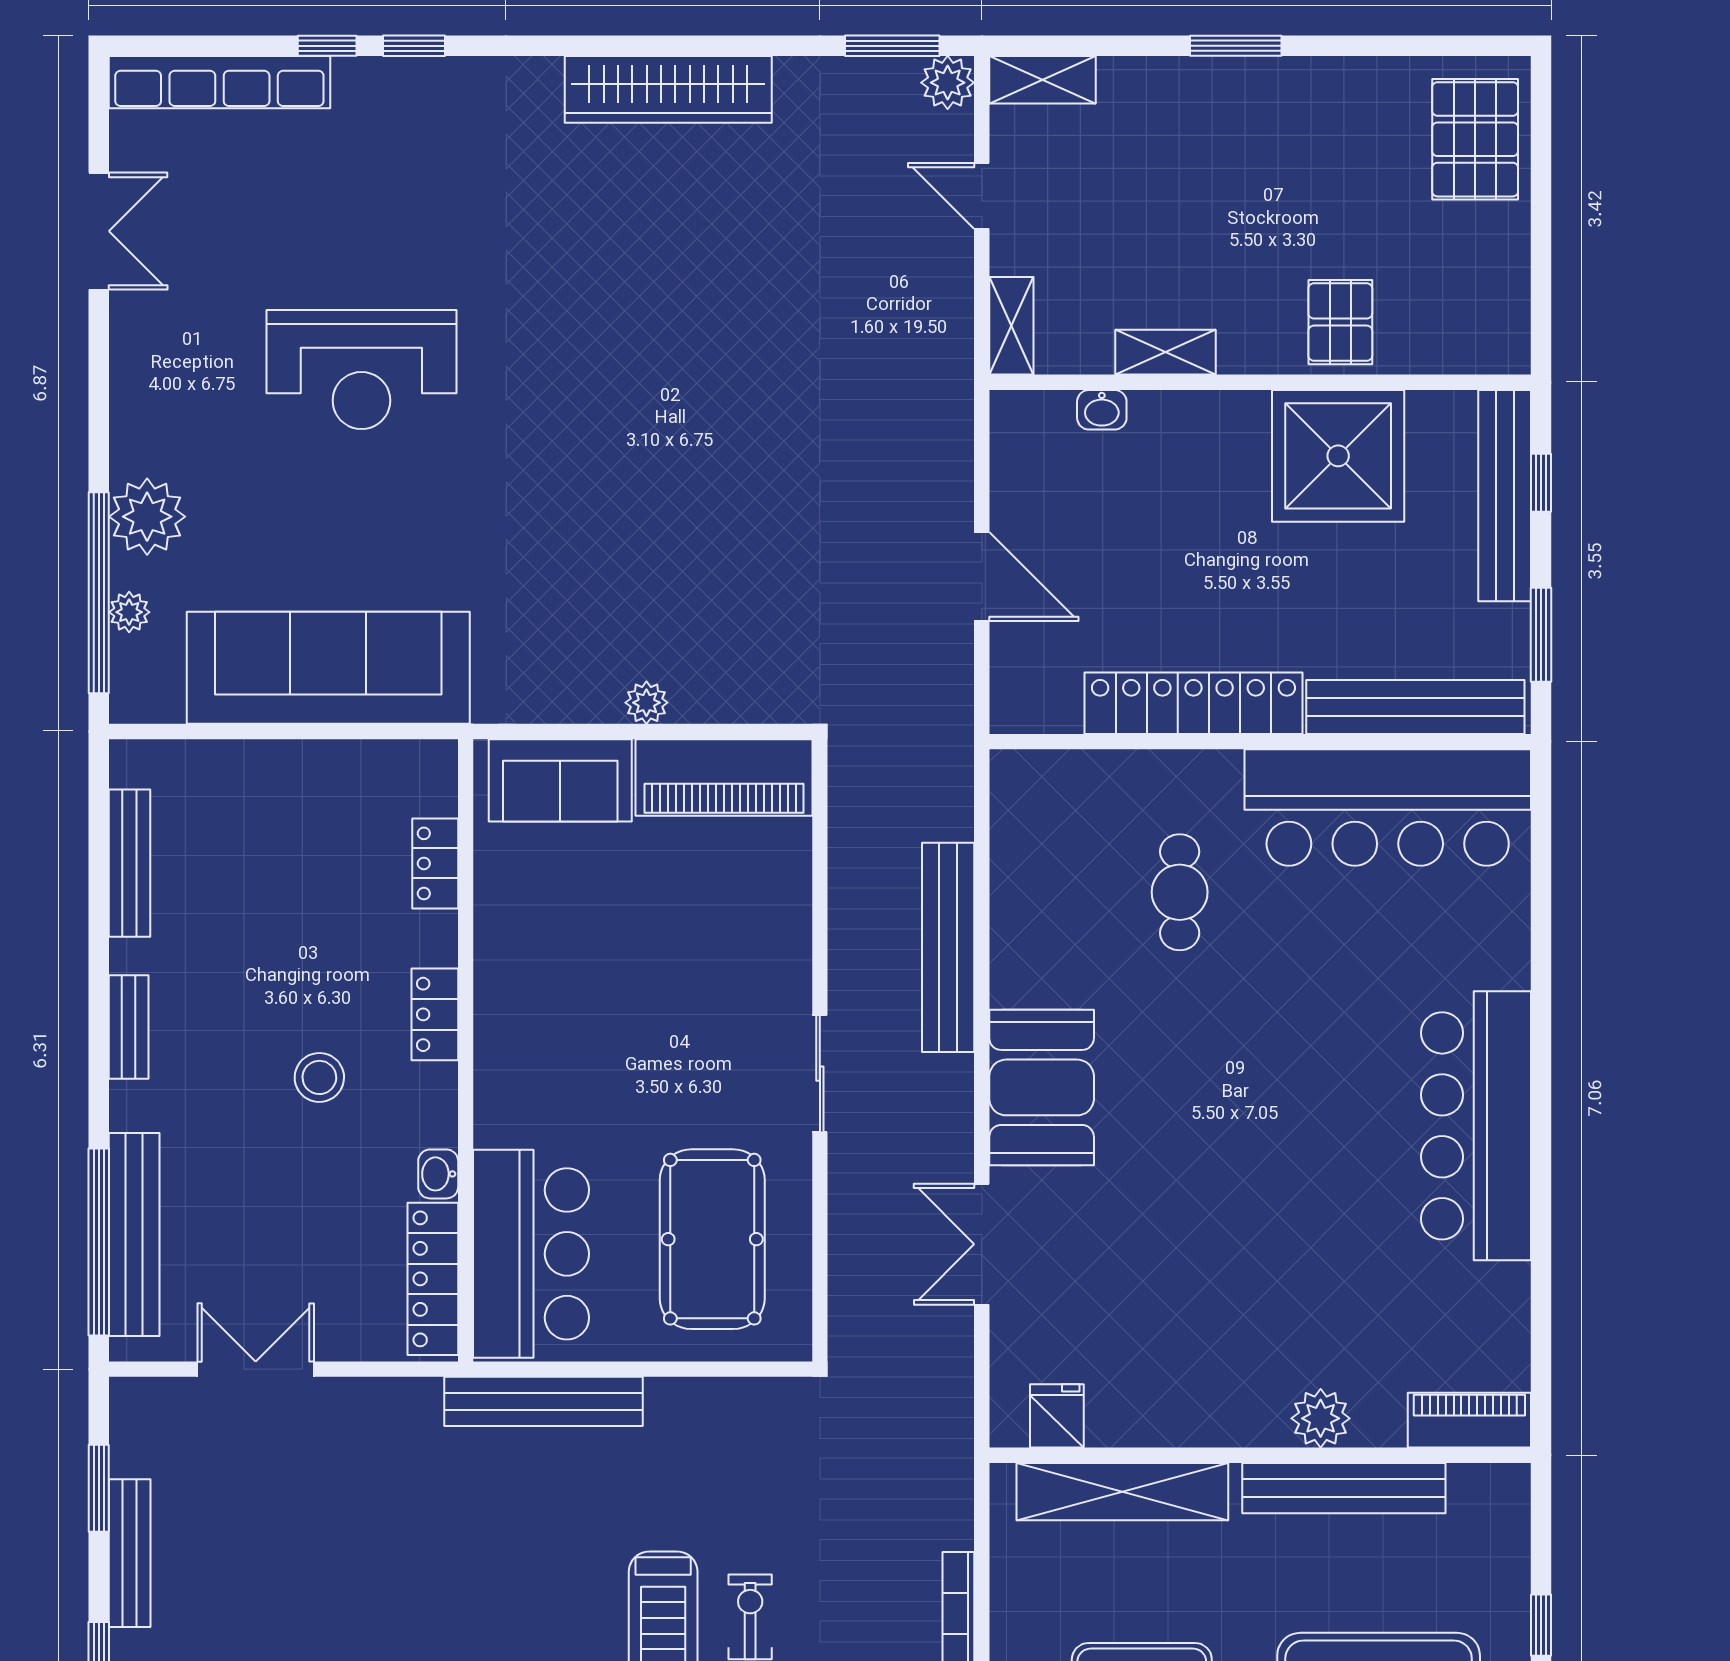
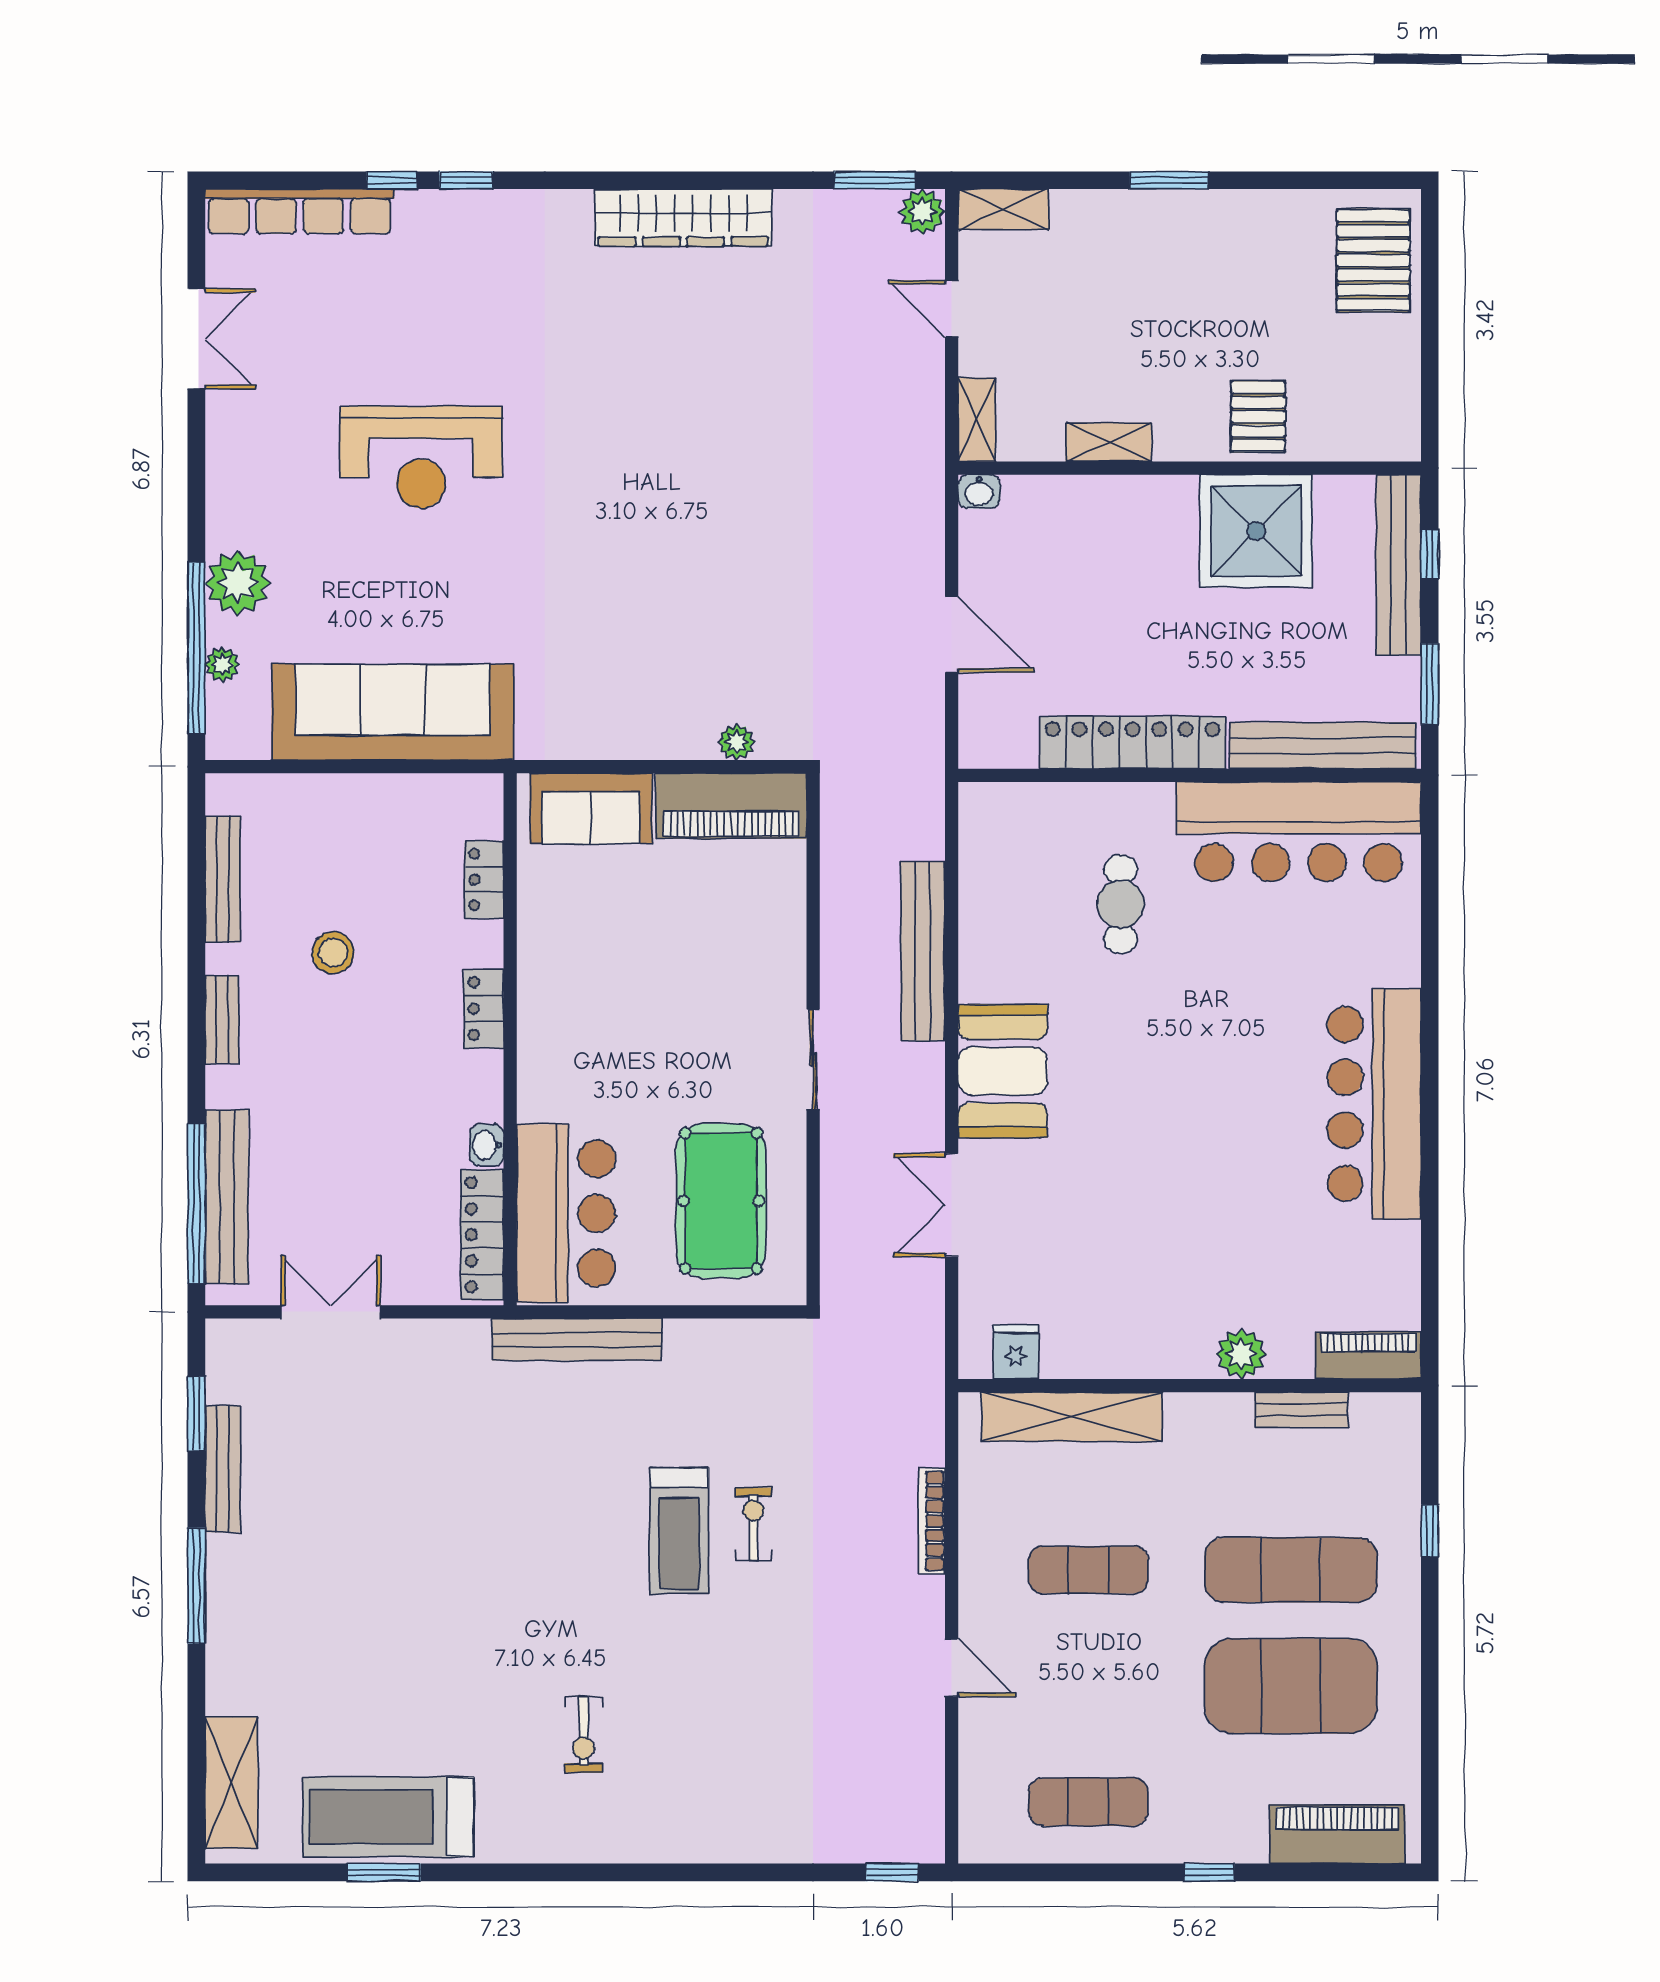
washbasin: (1102, 410) -> (979, 492), moved
plant: (646, 703) -> (737, 742), moved
stool: (319, 1077) -> (333, 953), moved
bench: (1344, 1488) -> (1301, 1410), width x0.54, depth x0.82

